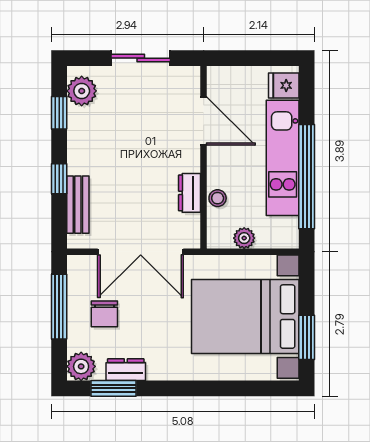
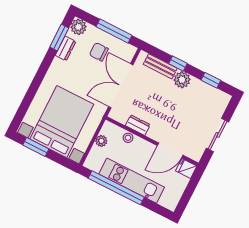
fridge: (284, 85) -> (186, 168), moved, turned -90
plant: (82, 91) -> (182, 80), moved

